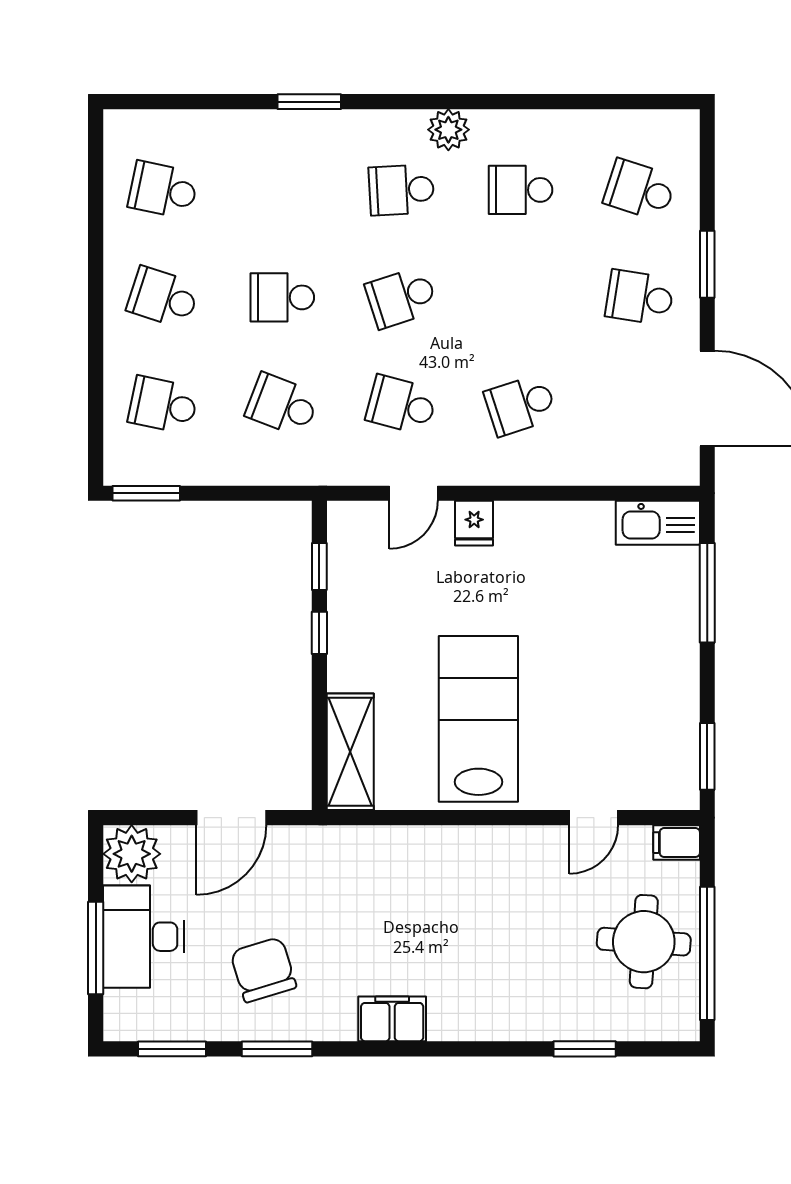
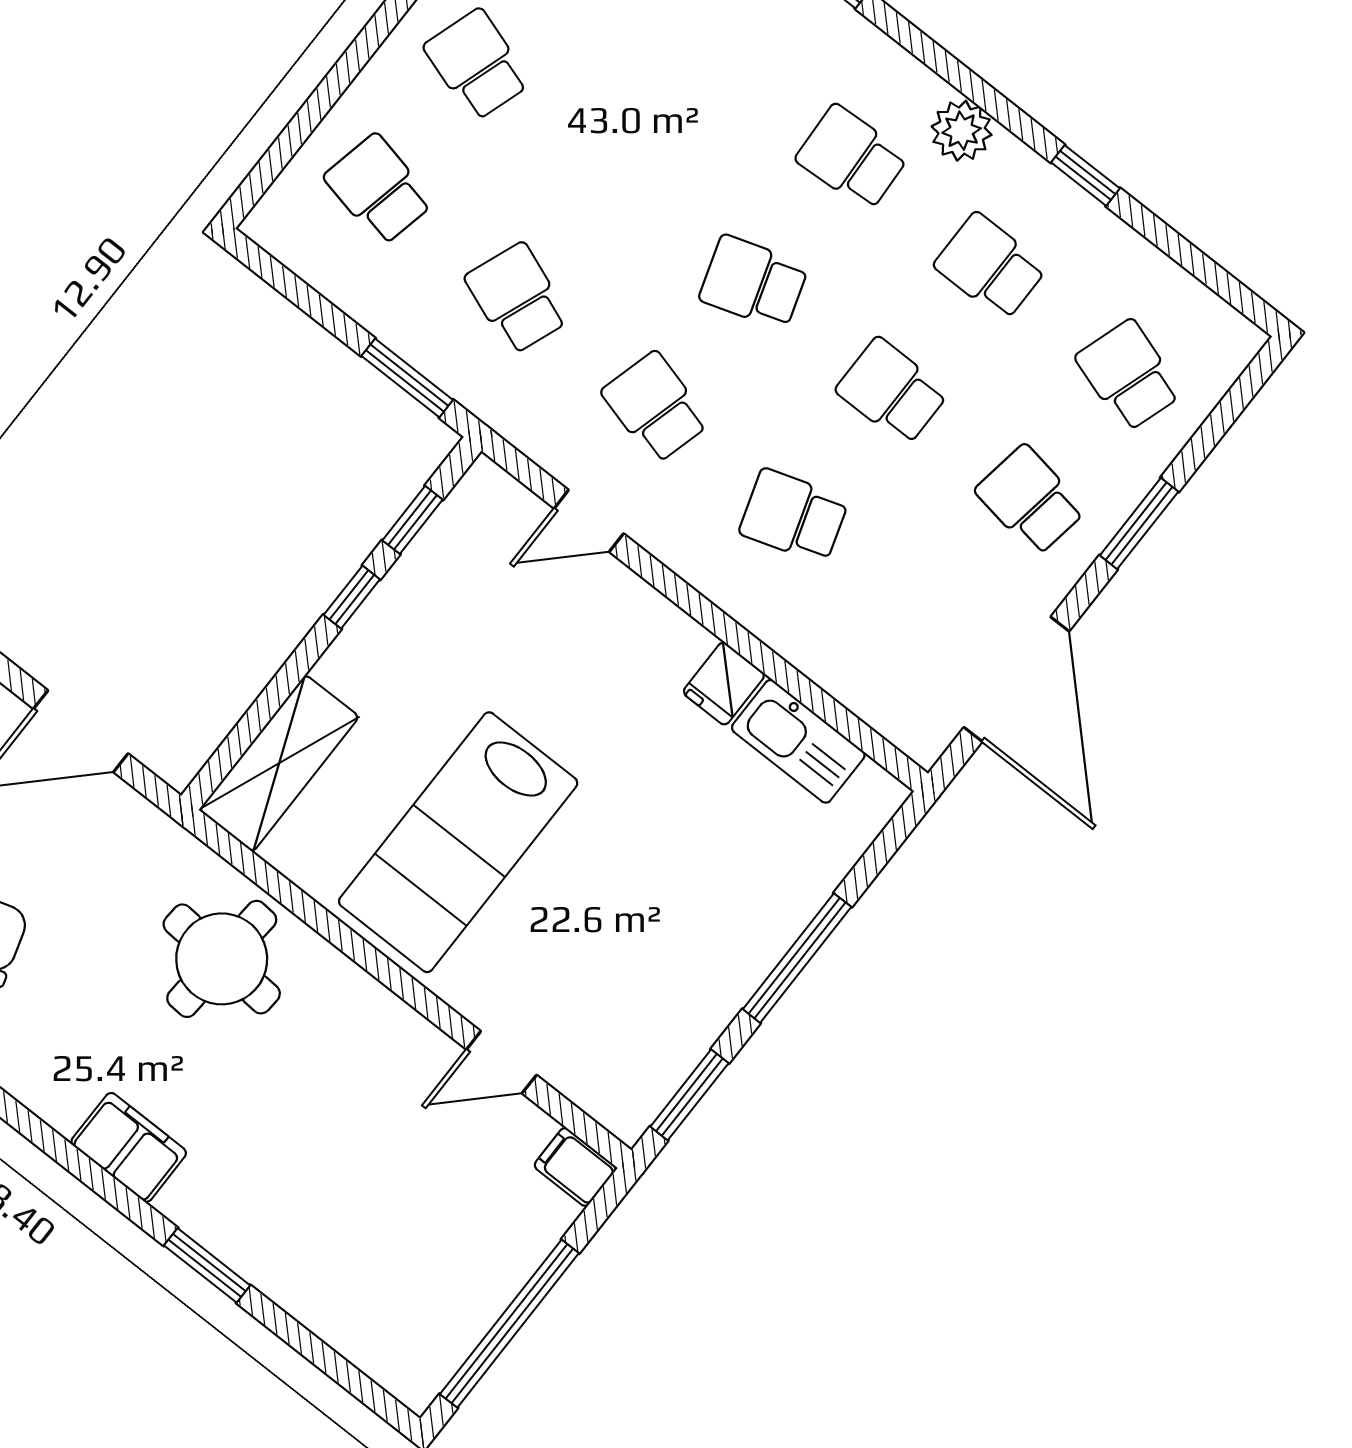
window: (533, 102) -> (1085, 175), added
school desk: (282, 297) -> (892, 391), moved
window: (146, 493) -> (407, 378), moved
fridge: (474, 523) -> (724, 684), moved
kitchen sink: (658, 523) -> (798, 741), moved
window: (707, 593) -> (797, 958), moved
lab bench: (478, 719) -> (458, 842), turned 180
round table: (644, 942) -> (222, 959), moved
filing cabinet: (392, 1019) -> (129, 1147), moved
window: (585, 1049) -> (207, 1265), moved

